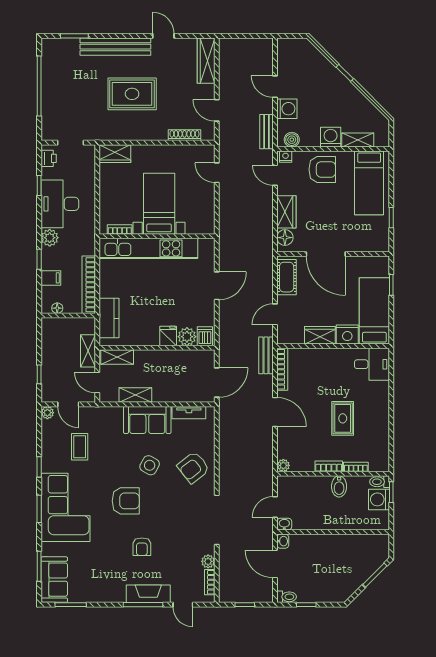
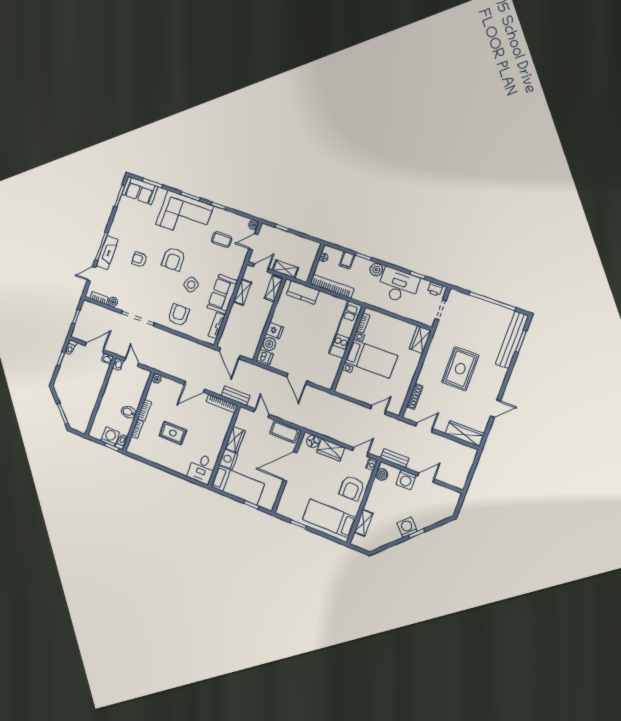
bench: (115, 47) -> (512, 340), moved
washing machine: (331, 137) -> (407, 527), moved, turned -135
kitchen unit: (148, 248) -> (345, 330), width x0.73
armchair: (193, 467) -> (178, 315), turned 38

